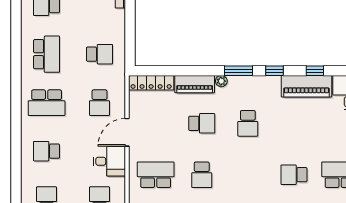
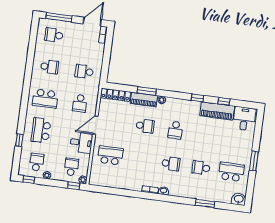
school desk: (47, 54) -> (50, 67), width x0.54
school desk: (100, 54) -> (84, 71), turned 180
window: (239, 71) -> (147, 91), moved
school desk: (47, 151) -> (41, 130), width x1.85
window: (16, 170) -> (19, 140), added
school desk: (202, 175) -> (171, 164), moved, turned -90

